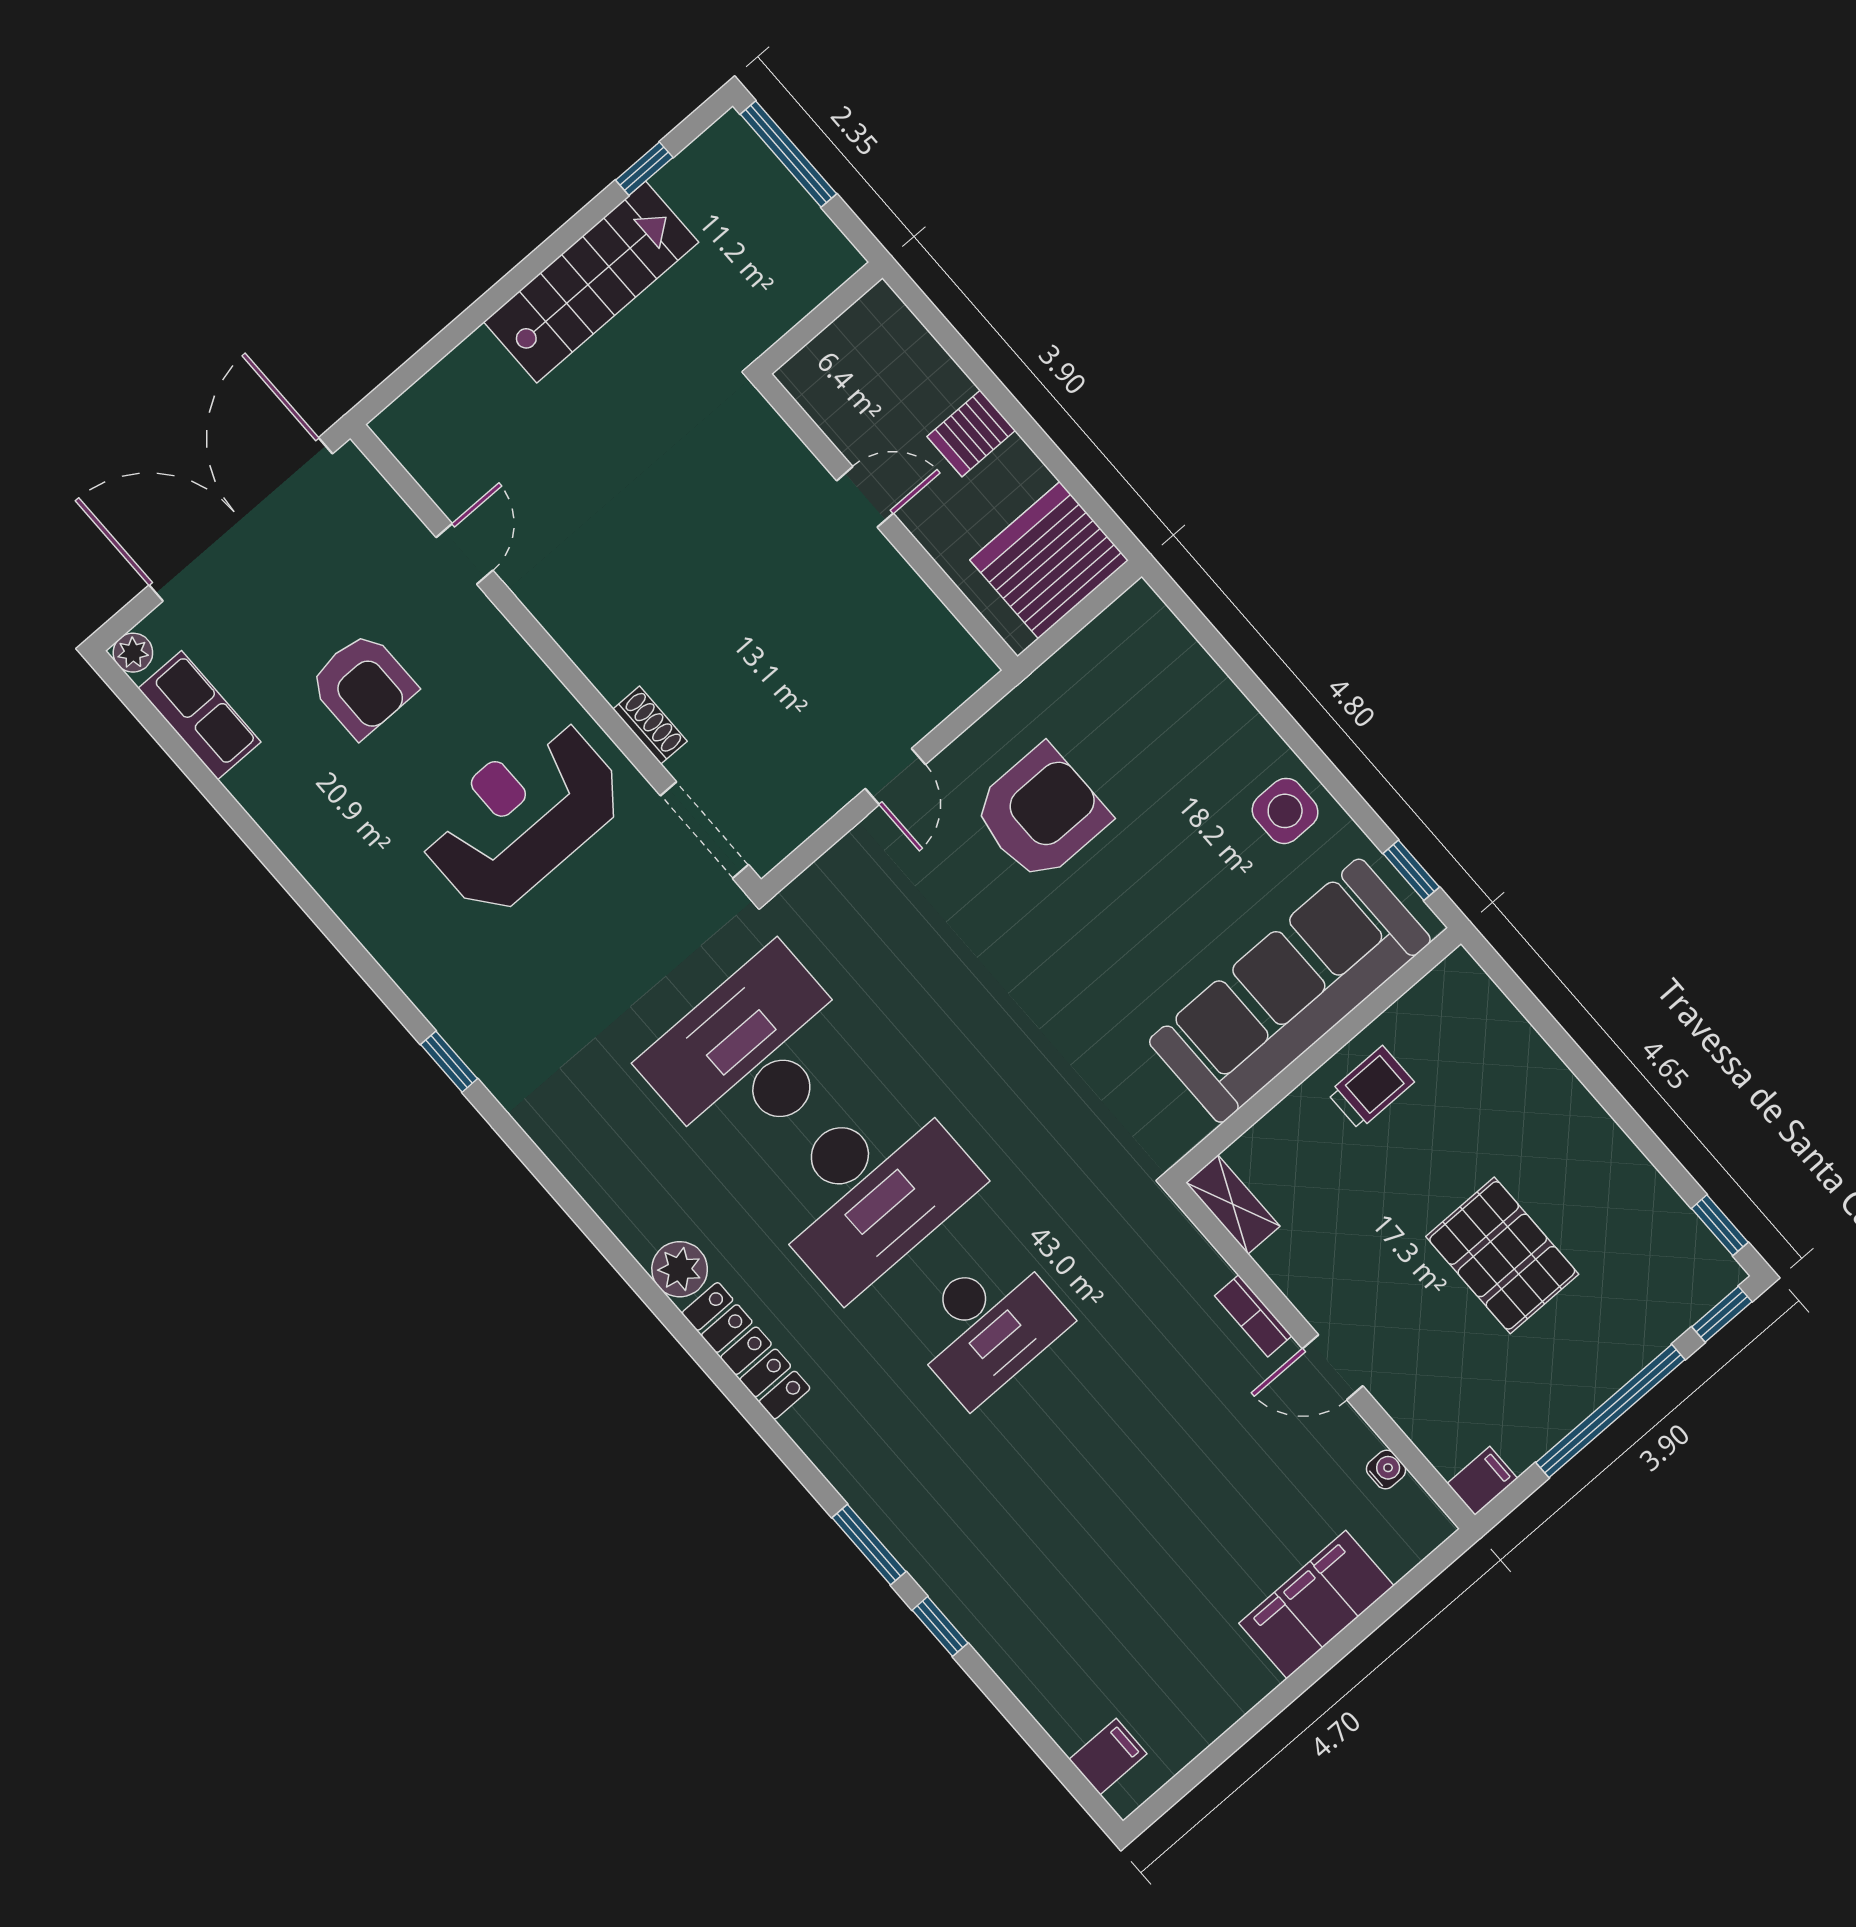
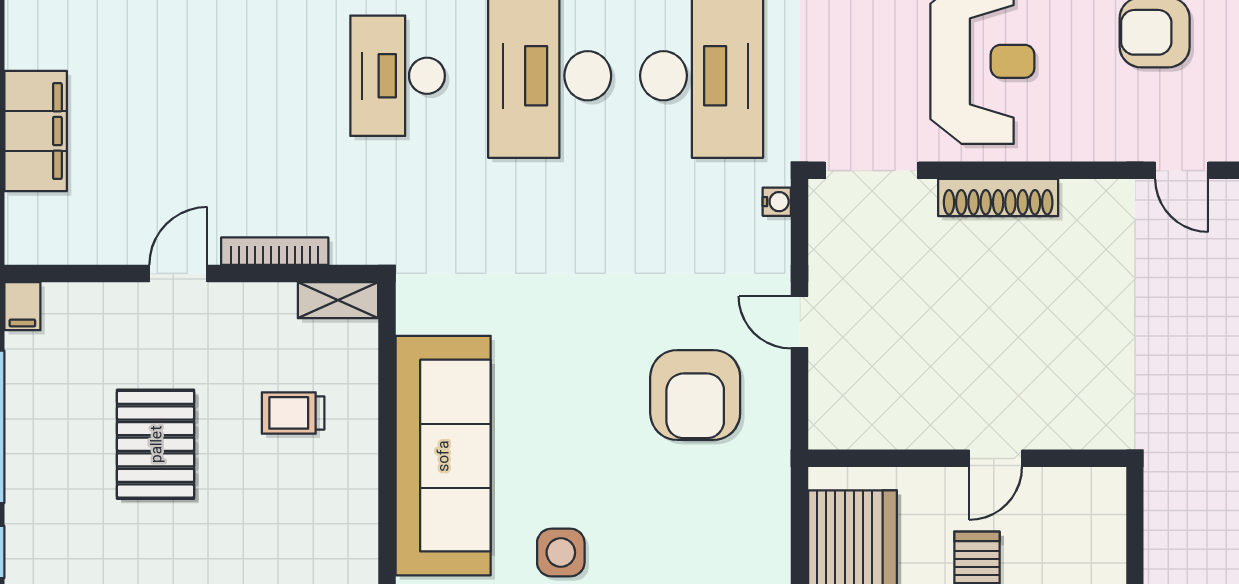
shoe rack: (650, 725) -> (998, 197), width x1.94, depth x1.24
trolley: (1371, 1088) -> (293, 413), moved, turned 90
pallet: (1502, 1255) -> (156, 444), turned 90
bookcase: (1253, 1316) -> (275, 251), width x1.56
water cooler: (1386, 1469) -> (777, 202), moved, turned -90

